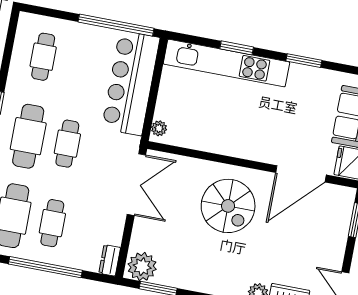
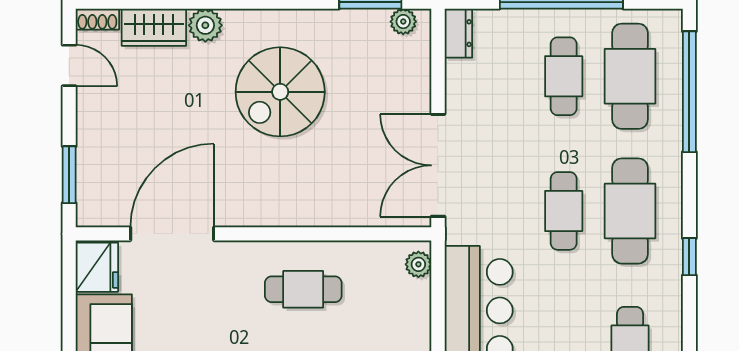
cafe table: (230, 126) -> (303, 289), added
spiral stairs: (228, 206) -> (280, 92), moved, turned -90
plant: (142, 267) -> (403, 22), width x0.53, depth x0.53

